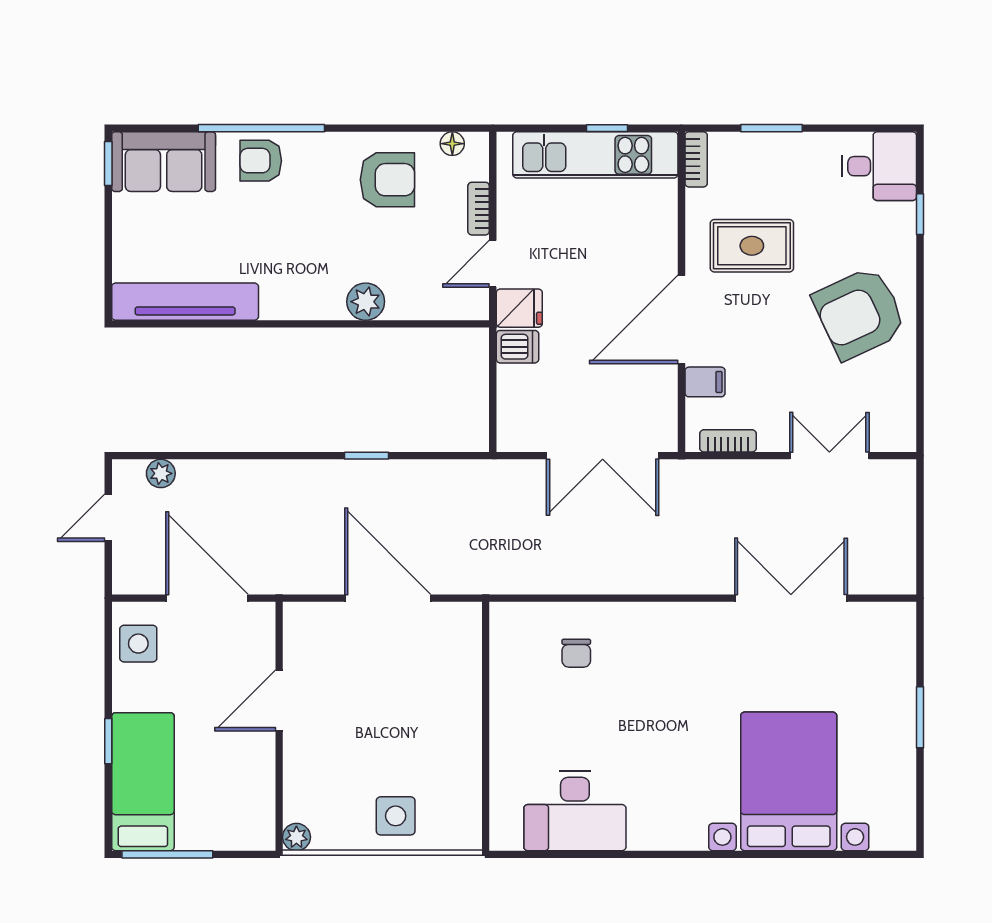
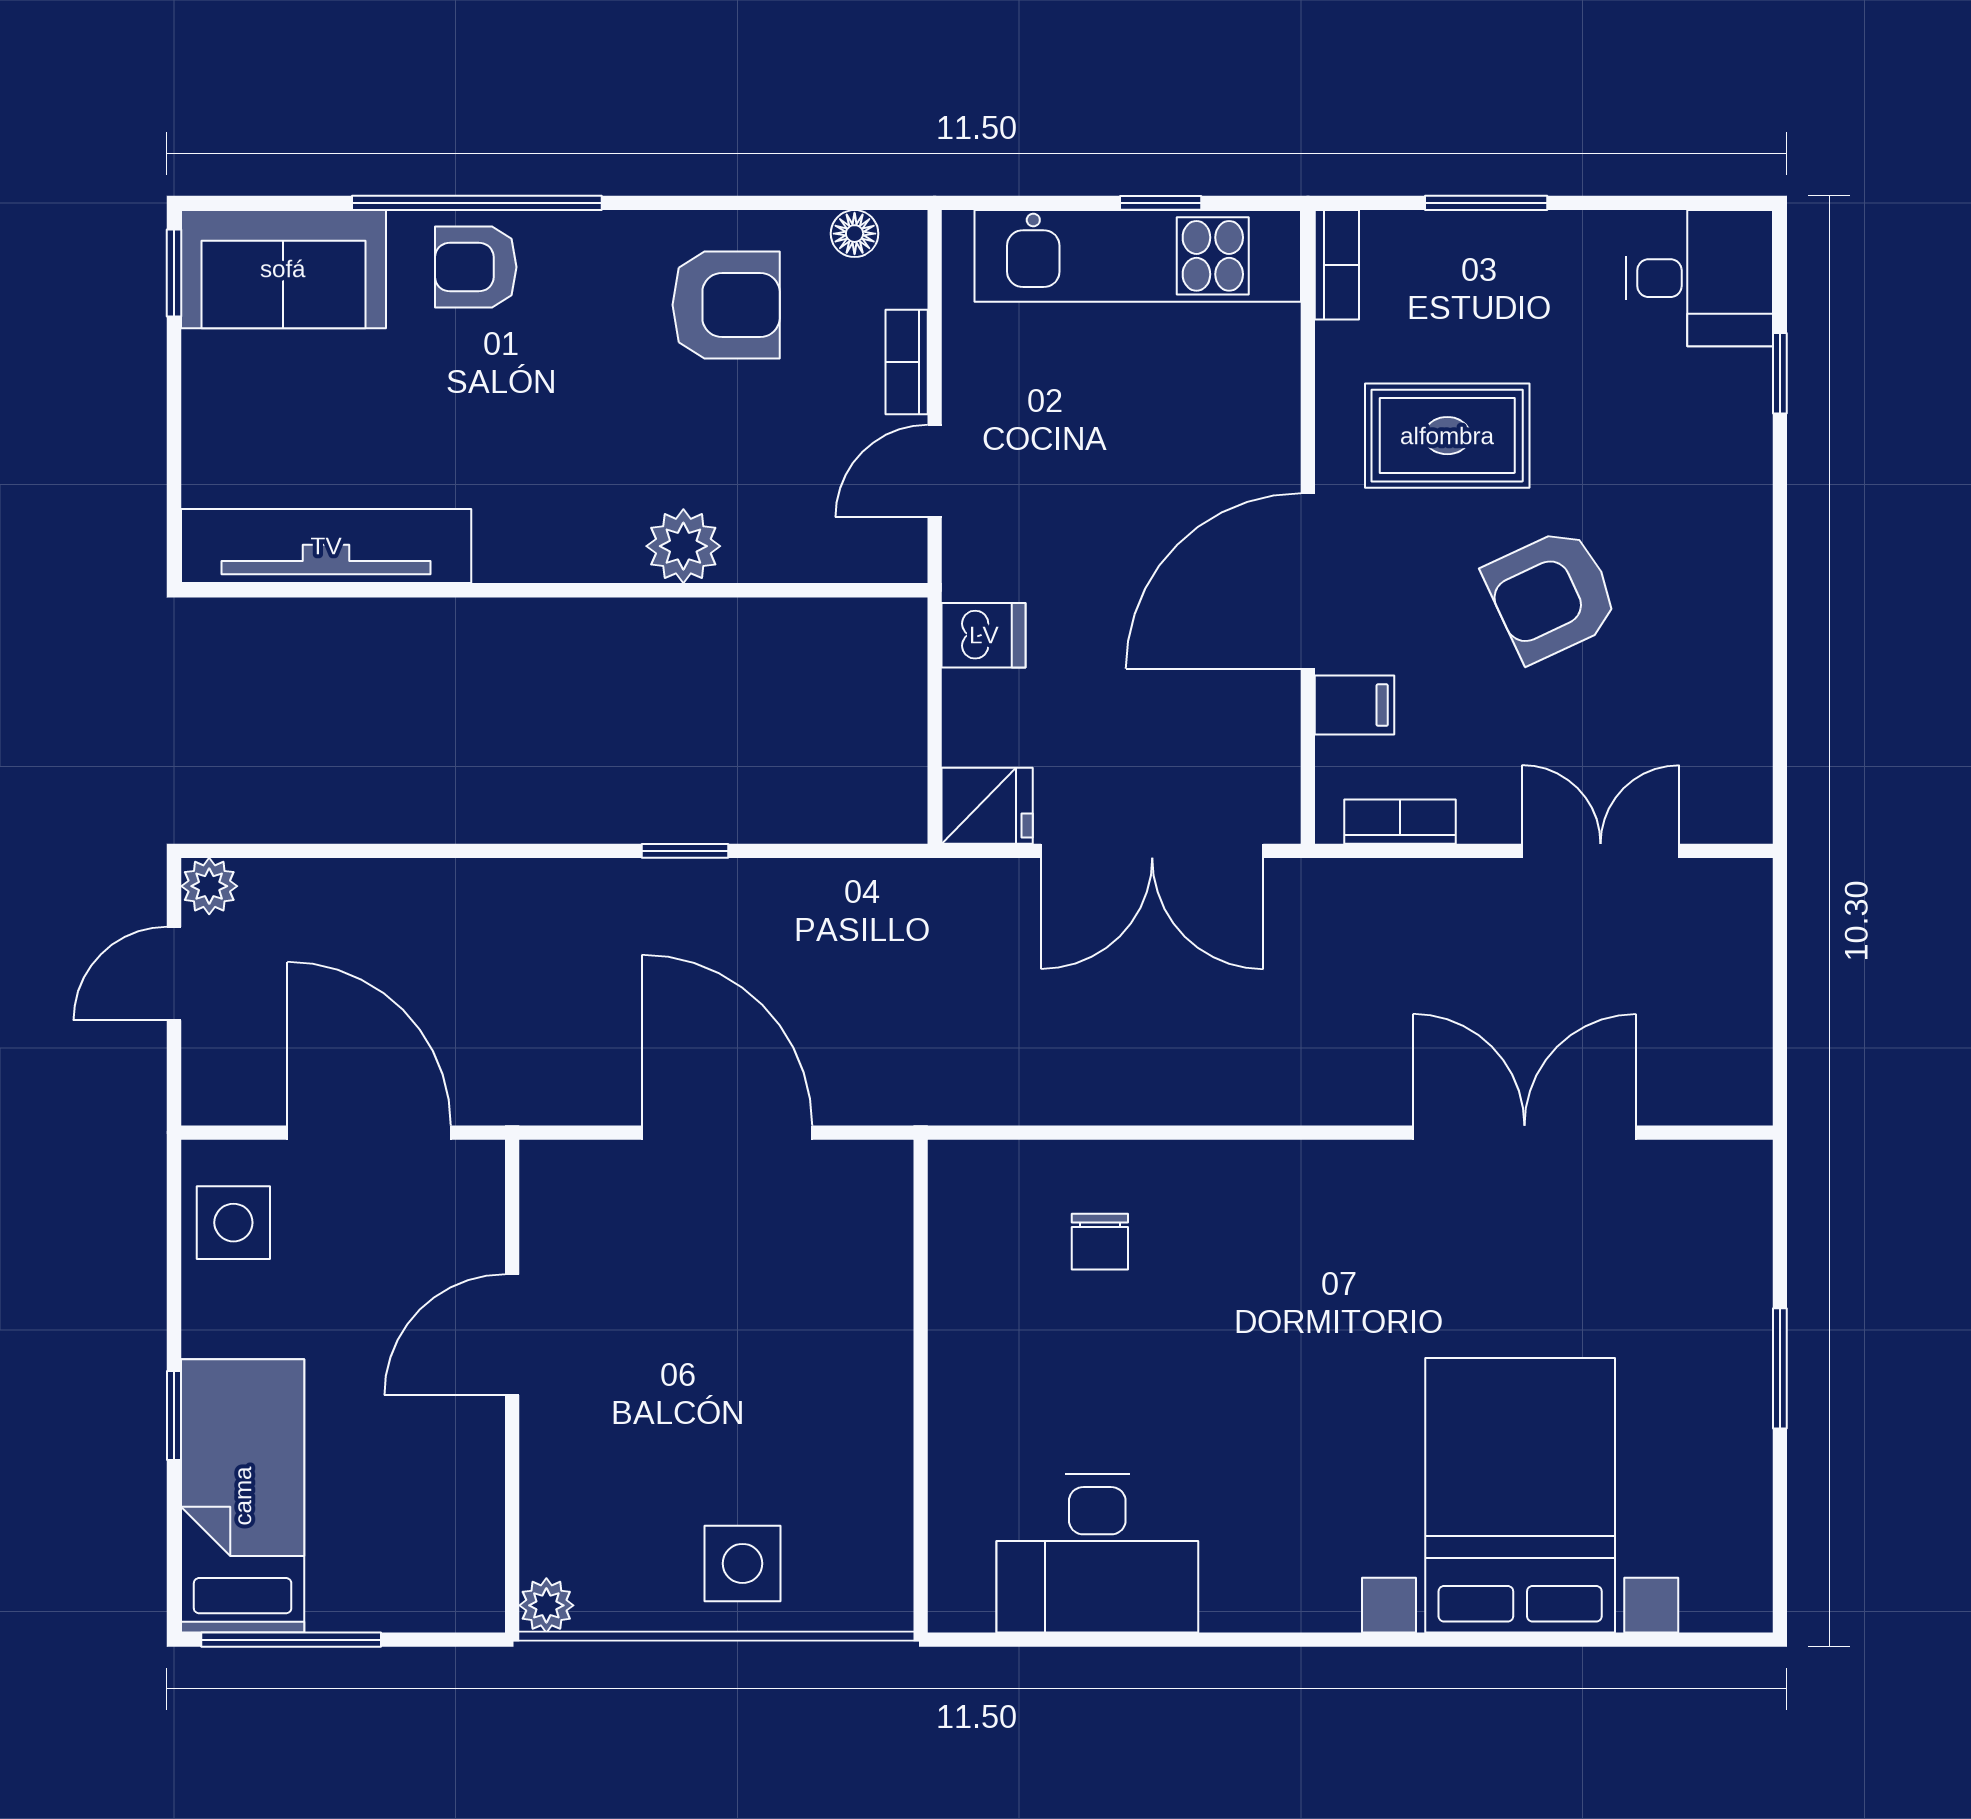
fridge: (519, 308) -> (987, 806), moved
armchair: (860, 313) -> (1552, 595), moved, width x0.73, depth x0.73
plant: (161, 473) -> (209, 886), moved

